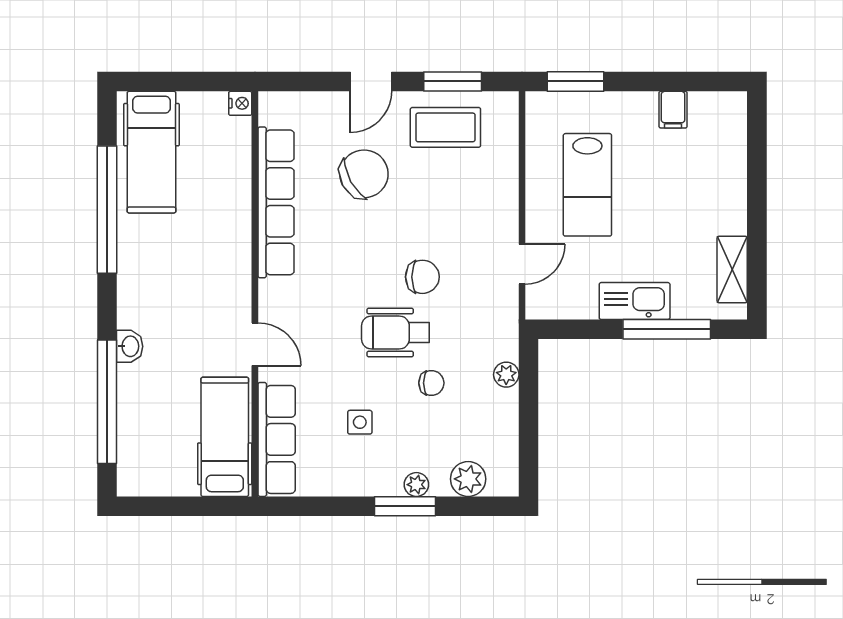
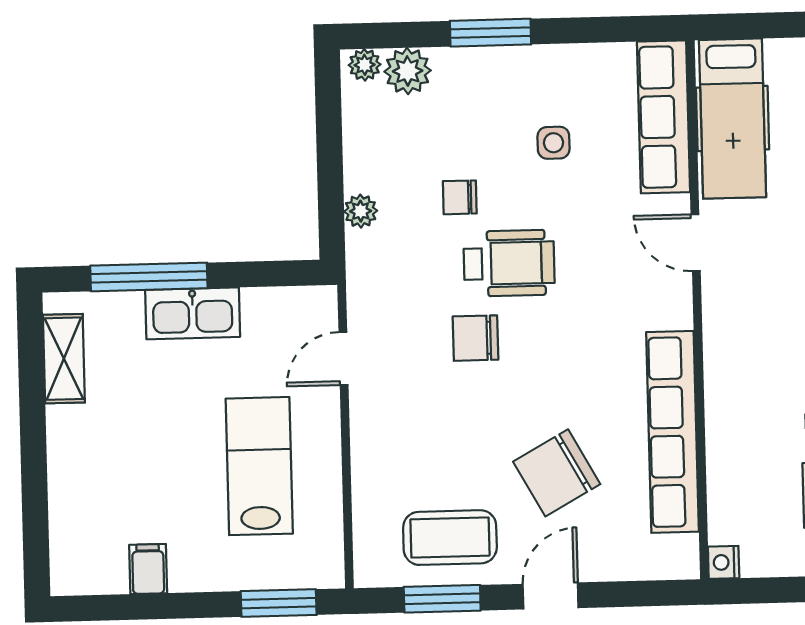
plant: (416, 485) -> (365, 65), moved

